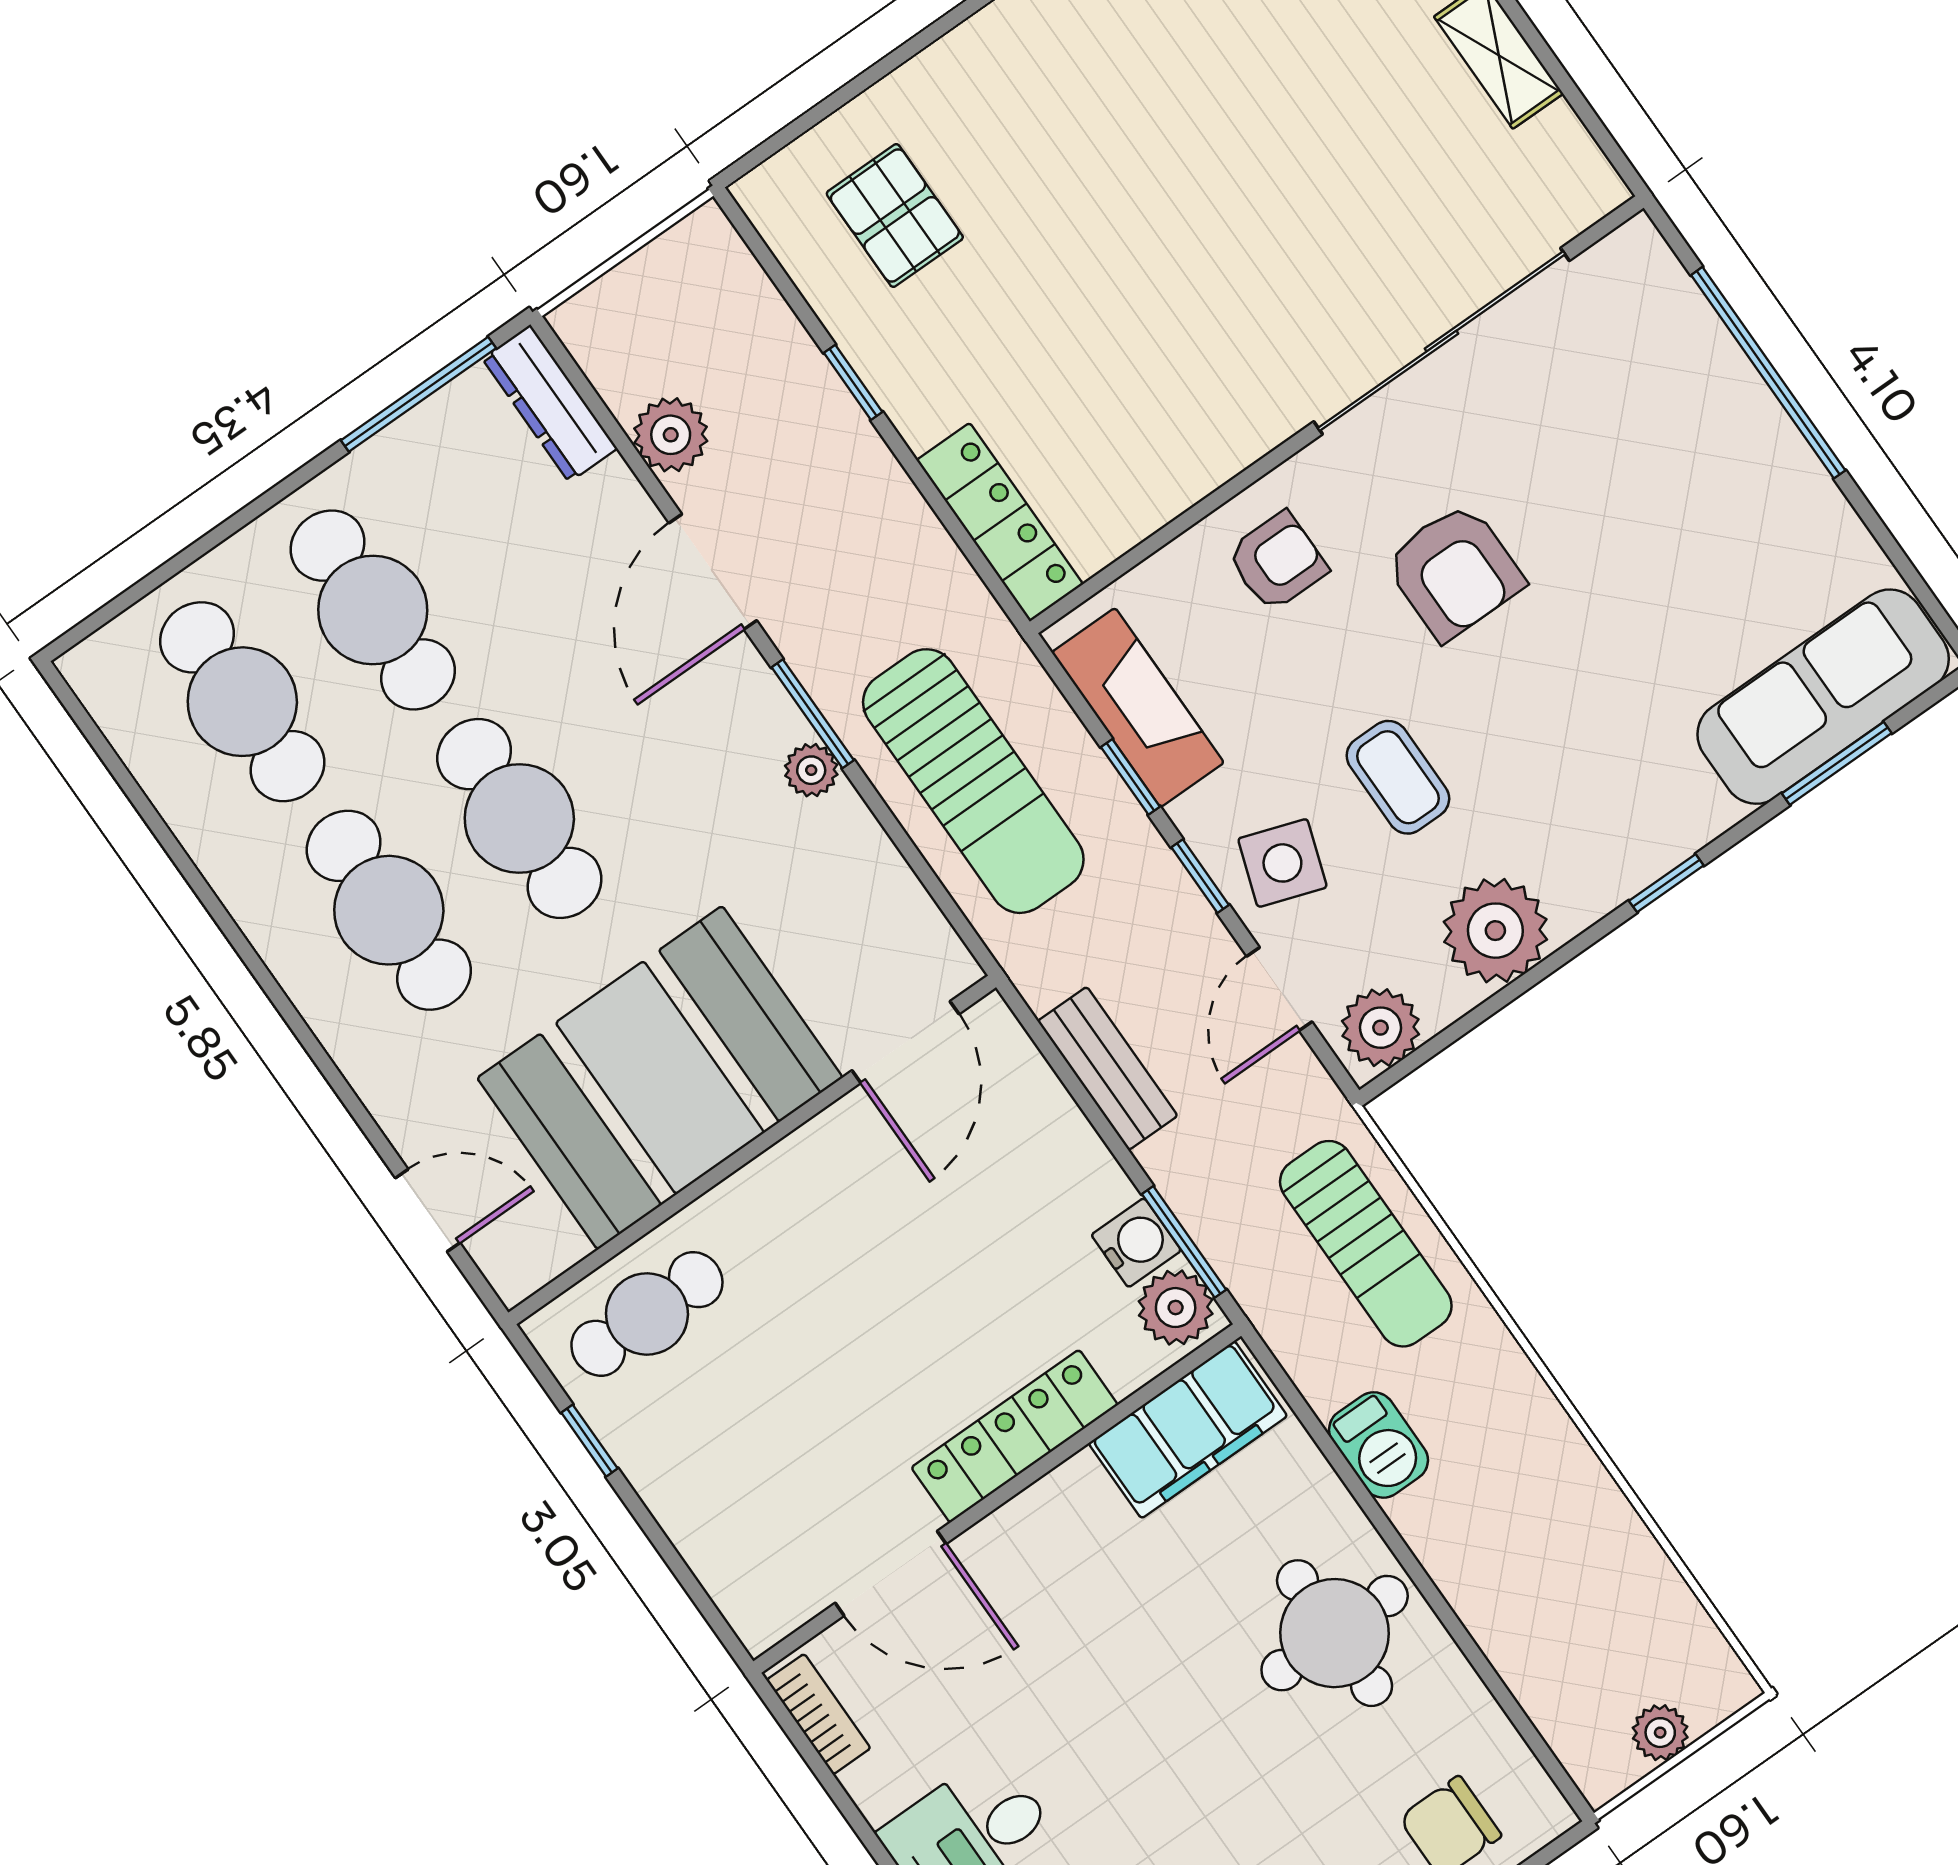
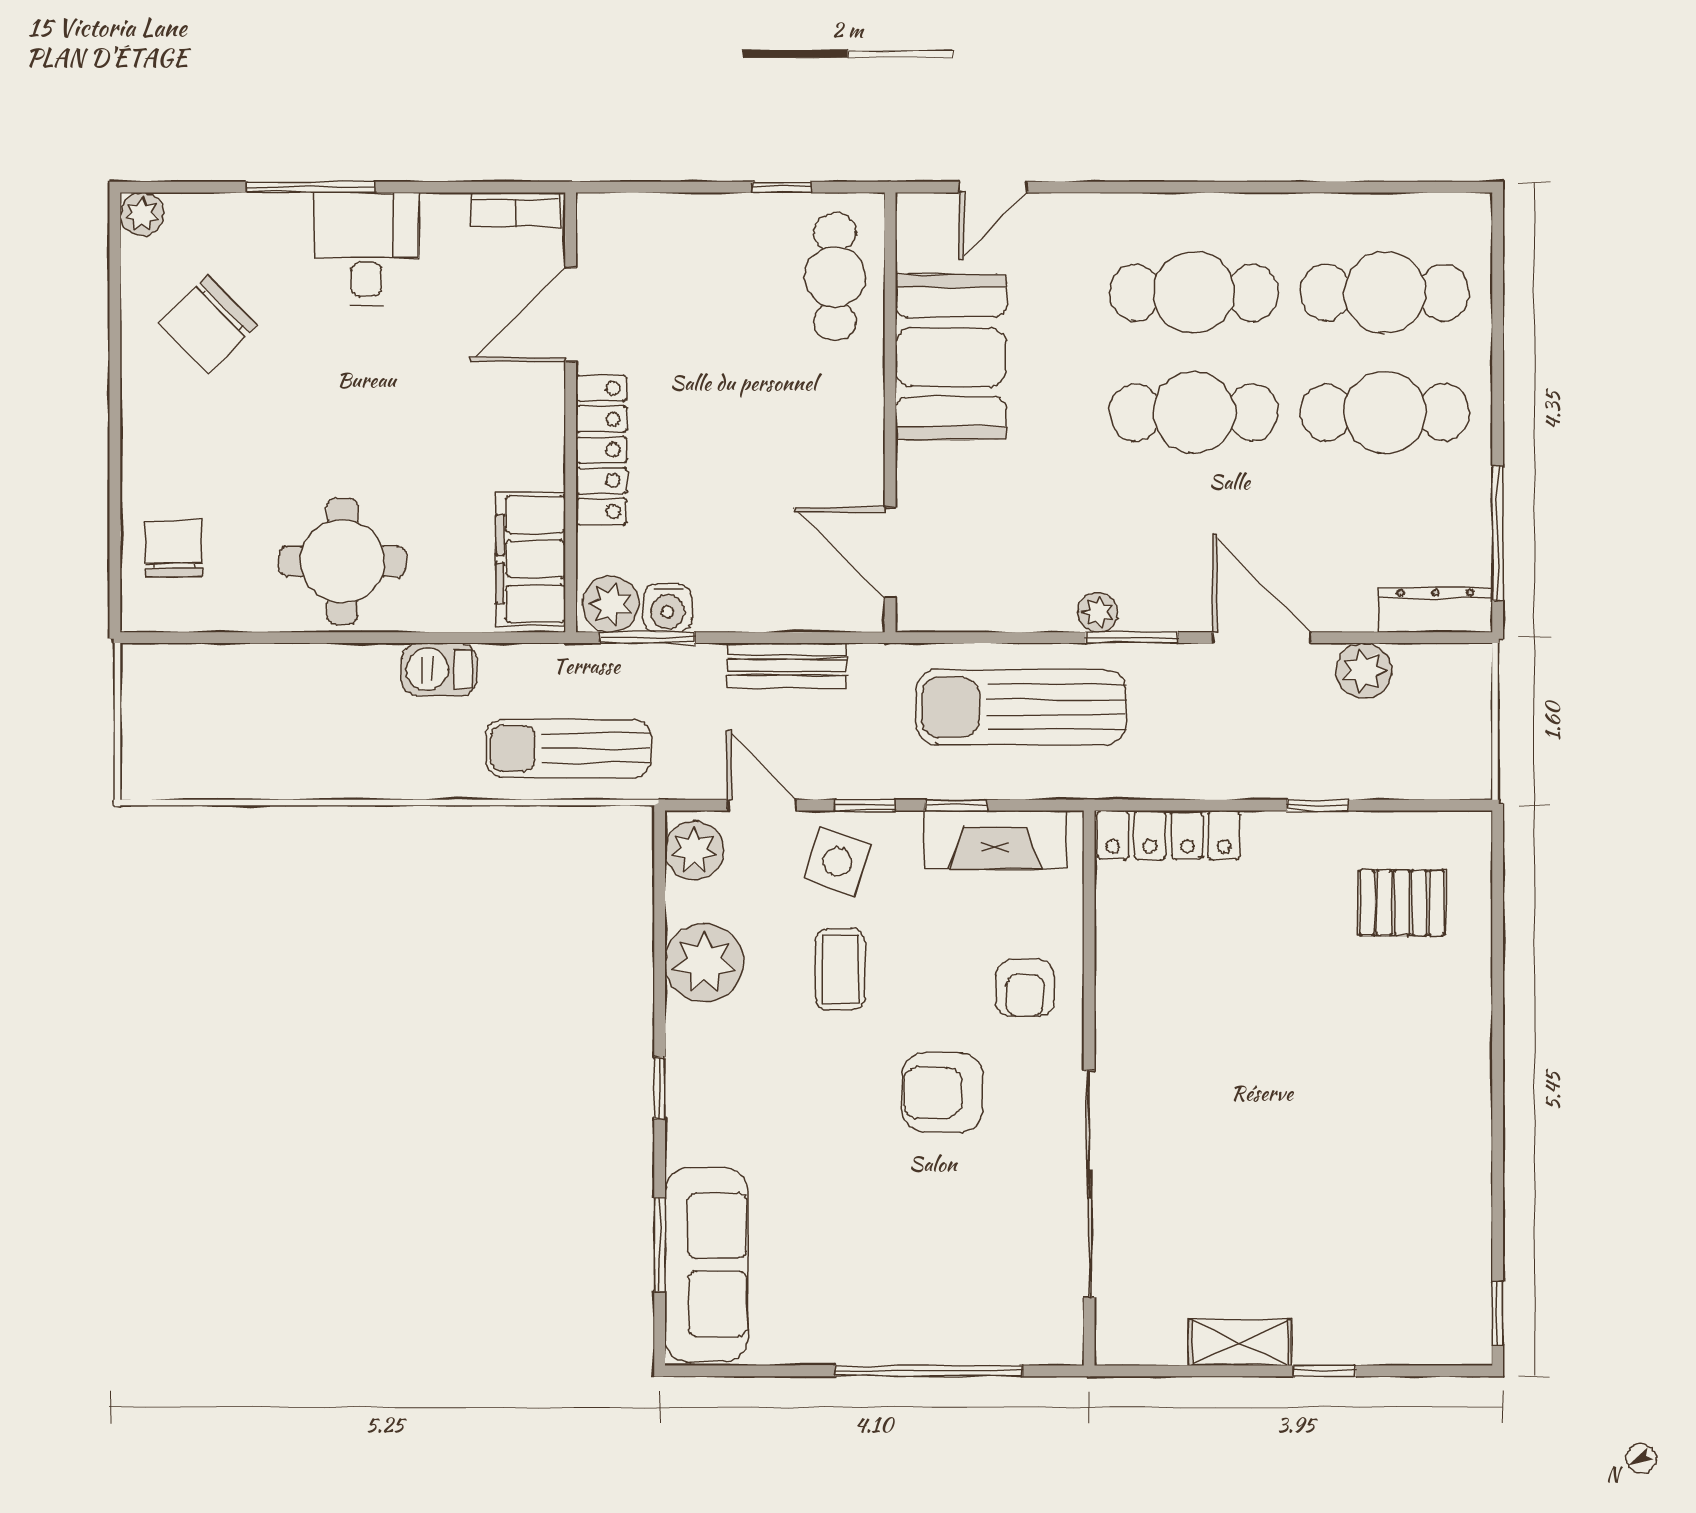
coffee table: (1398, 777) -> (840, 969), turned 90
booth: (660, 1078) -> (951, 357), width x0.73, depth x0.70
plant: (1660, 1733) -> (141, 718), removed

